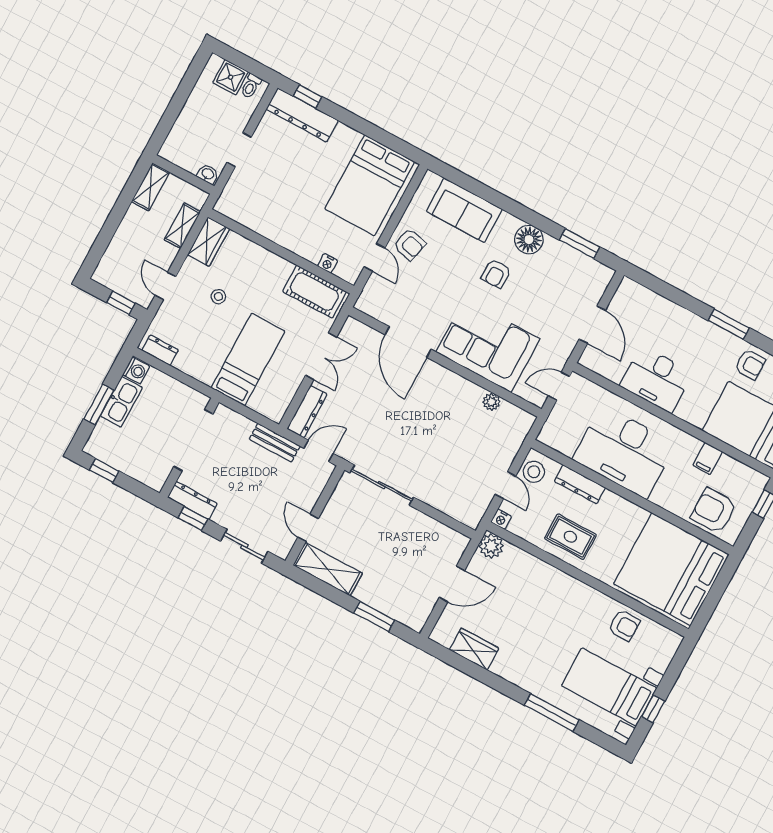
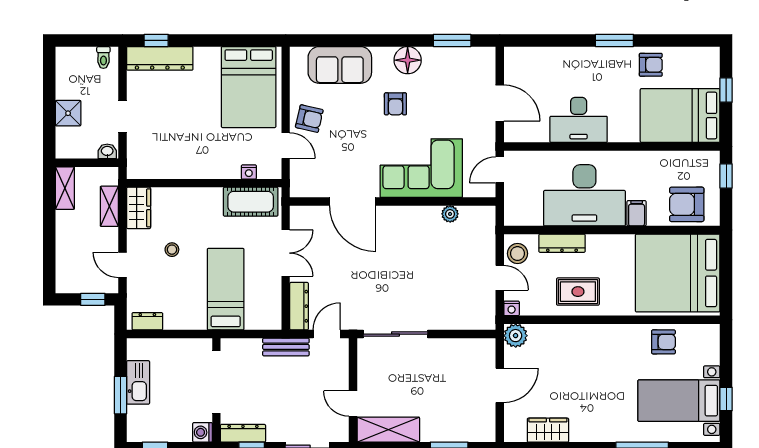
shower: (231, 77) -> (68, 113), moved
washing machine: (136, 370) -> (203, 432), moved, turned 180
filing cabinet: (708, 459) -> (637, 213), moved, turned 180

